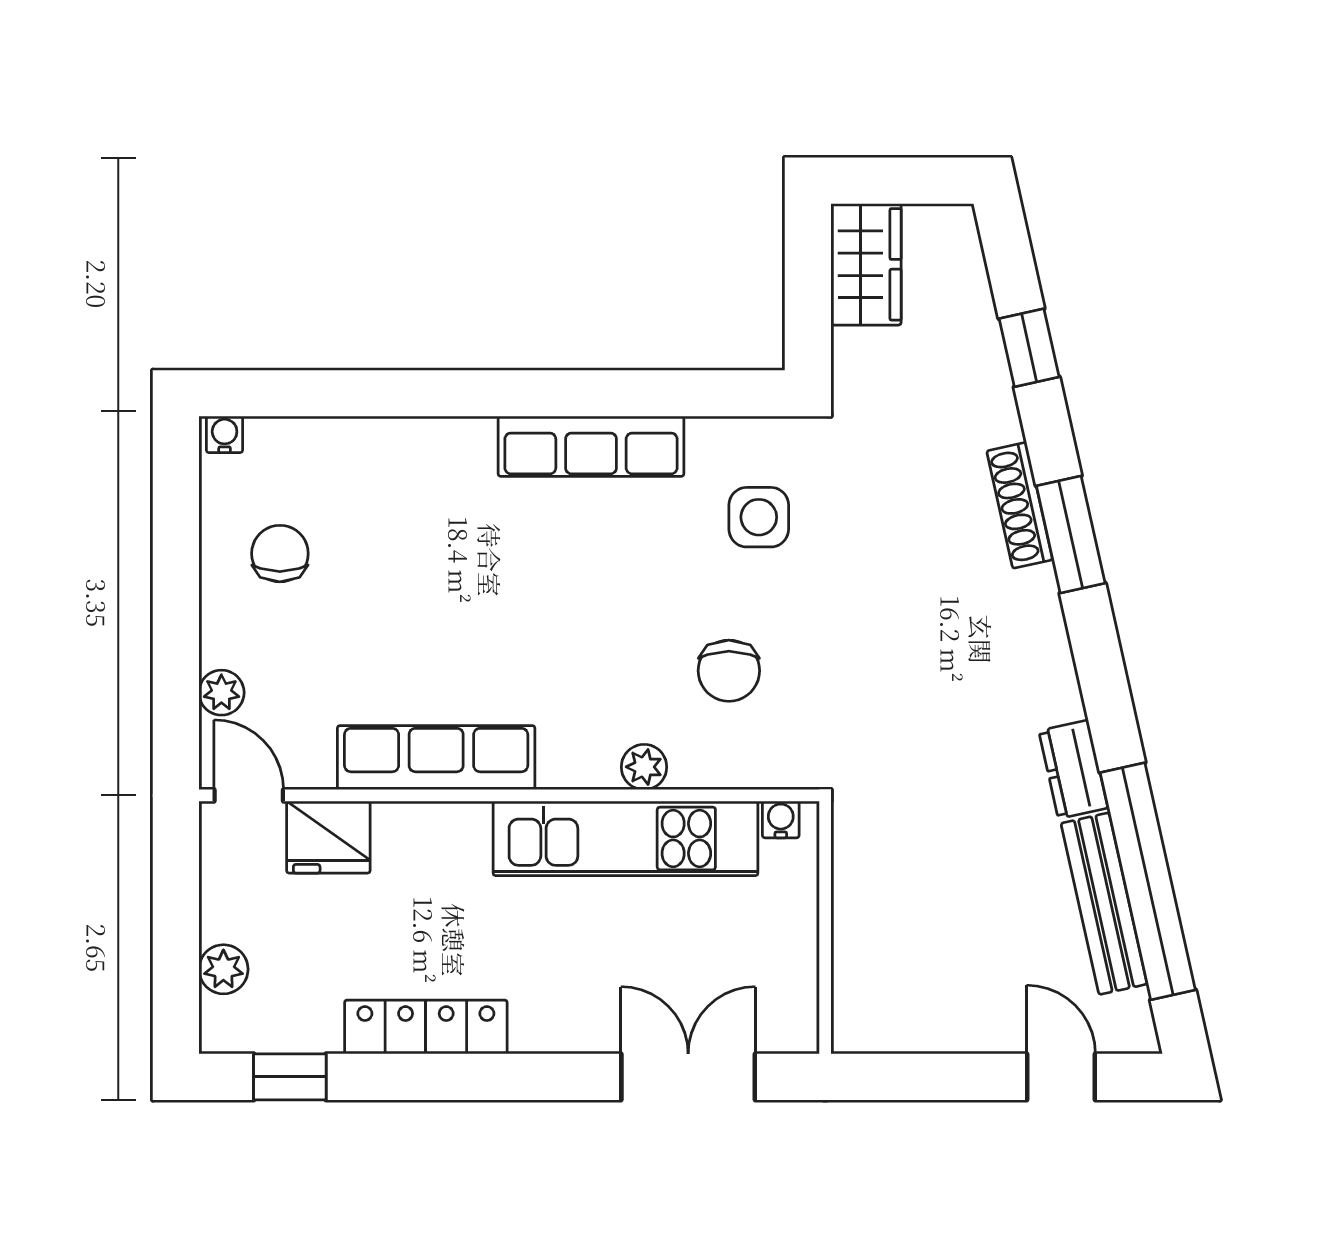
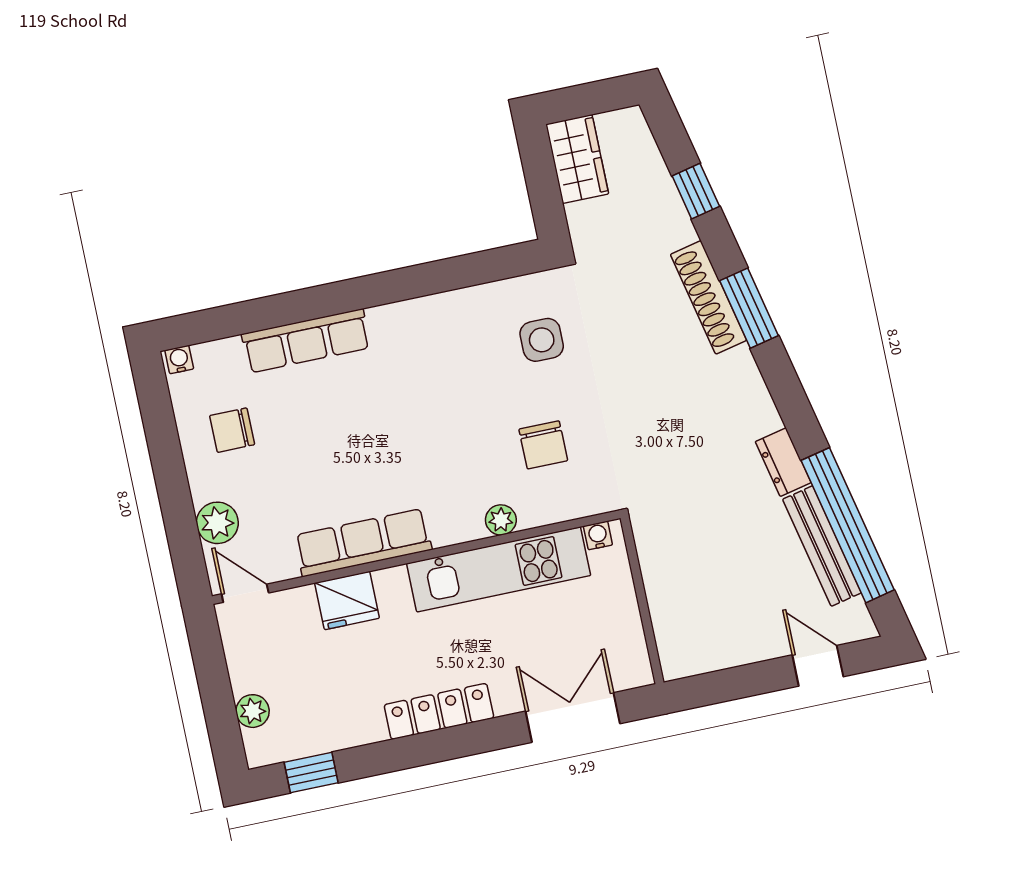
row of seats: (591, 446) -> (306, 341), moved
shoe rack: (1020, 505) -> (708, 297), width x1.36, depth x1.24
chair: (280, 554) -> (232, 430), turned -90
plant: (221, 693) -> (217, 523), width x1.38, depth x1.38
fridge: (328, 837) -> (347, 600), moved
locker: (426, 1027) -> (439, 711), moved

